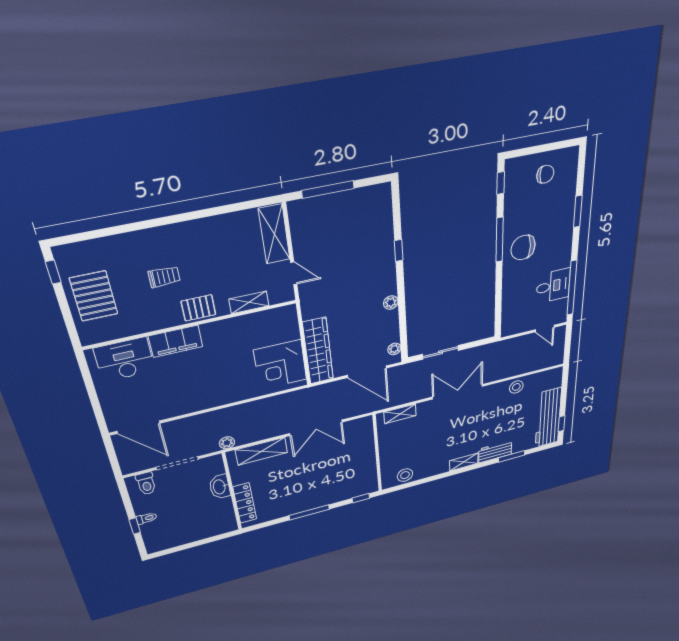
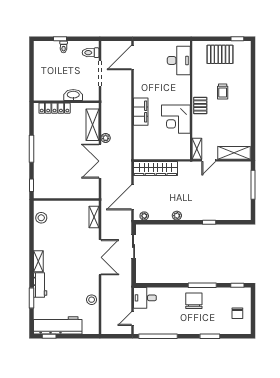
desk: (553, 286) -> (145, 298), moved, turned 90
shelving: (249, 302) -> (197, 149), moved
filing cabinet: (176, 341) -> (141, 112), moved, turned 180
corner desk: (280, 365) -> (176, 119), moved, turned -90
plant: (227, 443) -> (106, 138), moved

